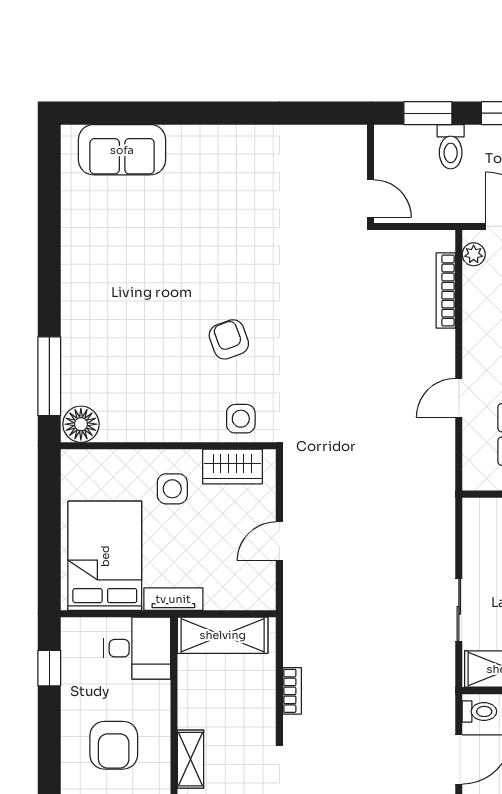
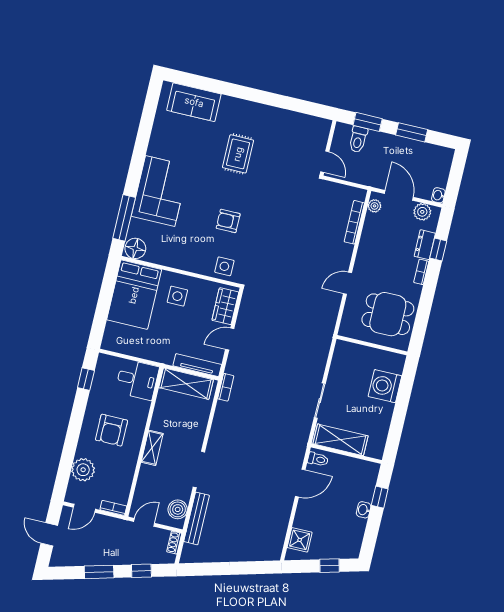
toilet: (451, 147) -> (358, 139), moved
rug: (219, 220) -> (238, 154), added
corner sofa: (100, 316) -> (160, 191), added
armchair: (229, 339) -> (228, 221), turned -70
wardrobe: (232, 466) -> (225, 306), moved, turned 90
bed: (105, 556) -> (134, 295), moved, turned 180
tv unit: (173, 599) -> (197, 365), moved, width x1.41
bookcase: (292, 691) -> (226, 387), moved

